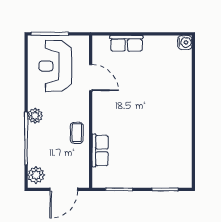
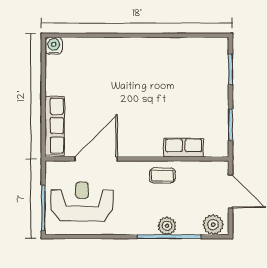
row of seats: (126, 43) -> (55, 126), width x1.48
reception desk: (55, 66) -> (82, 202), turned 180
door: (91, 78) -> (96, 159), width x1.36
plant: (35, 116) -> (167, 226), moved

